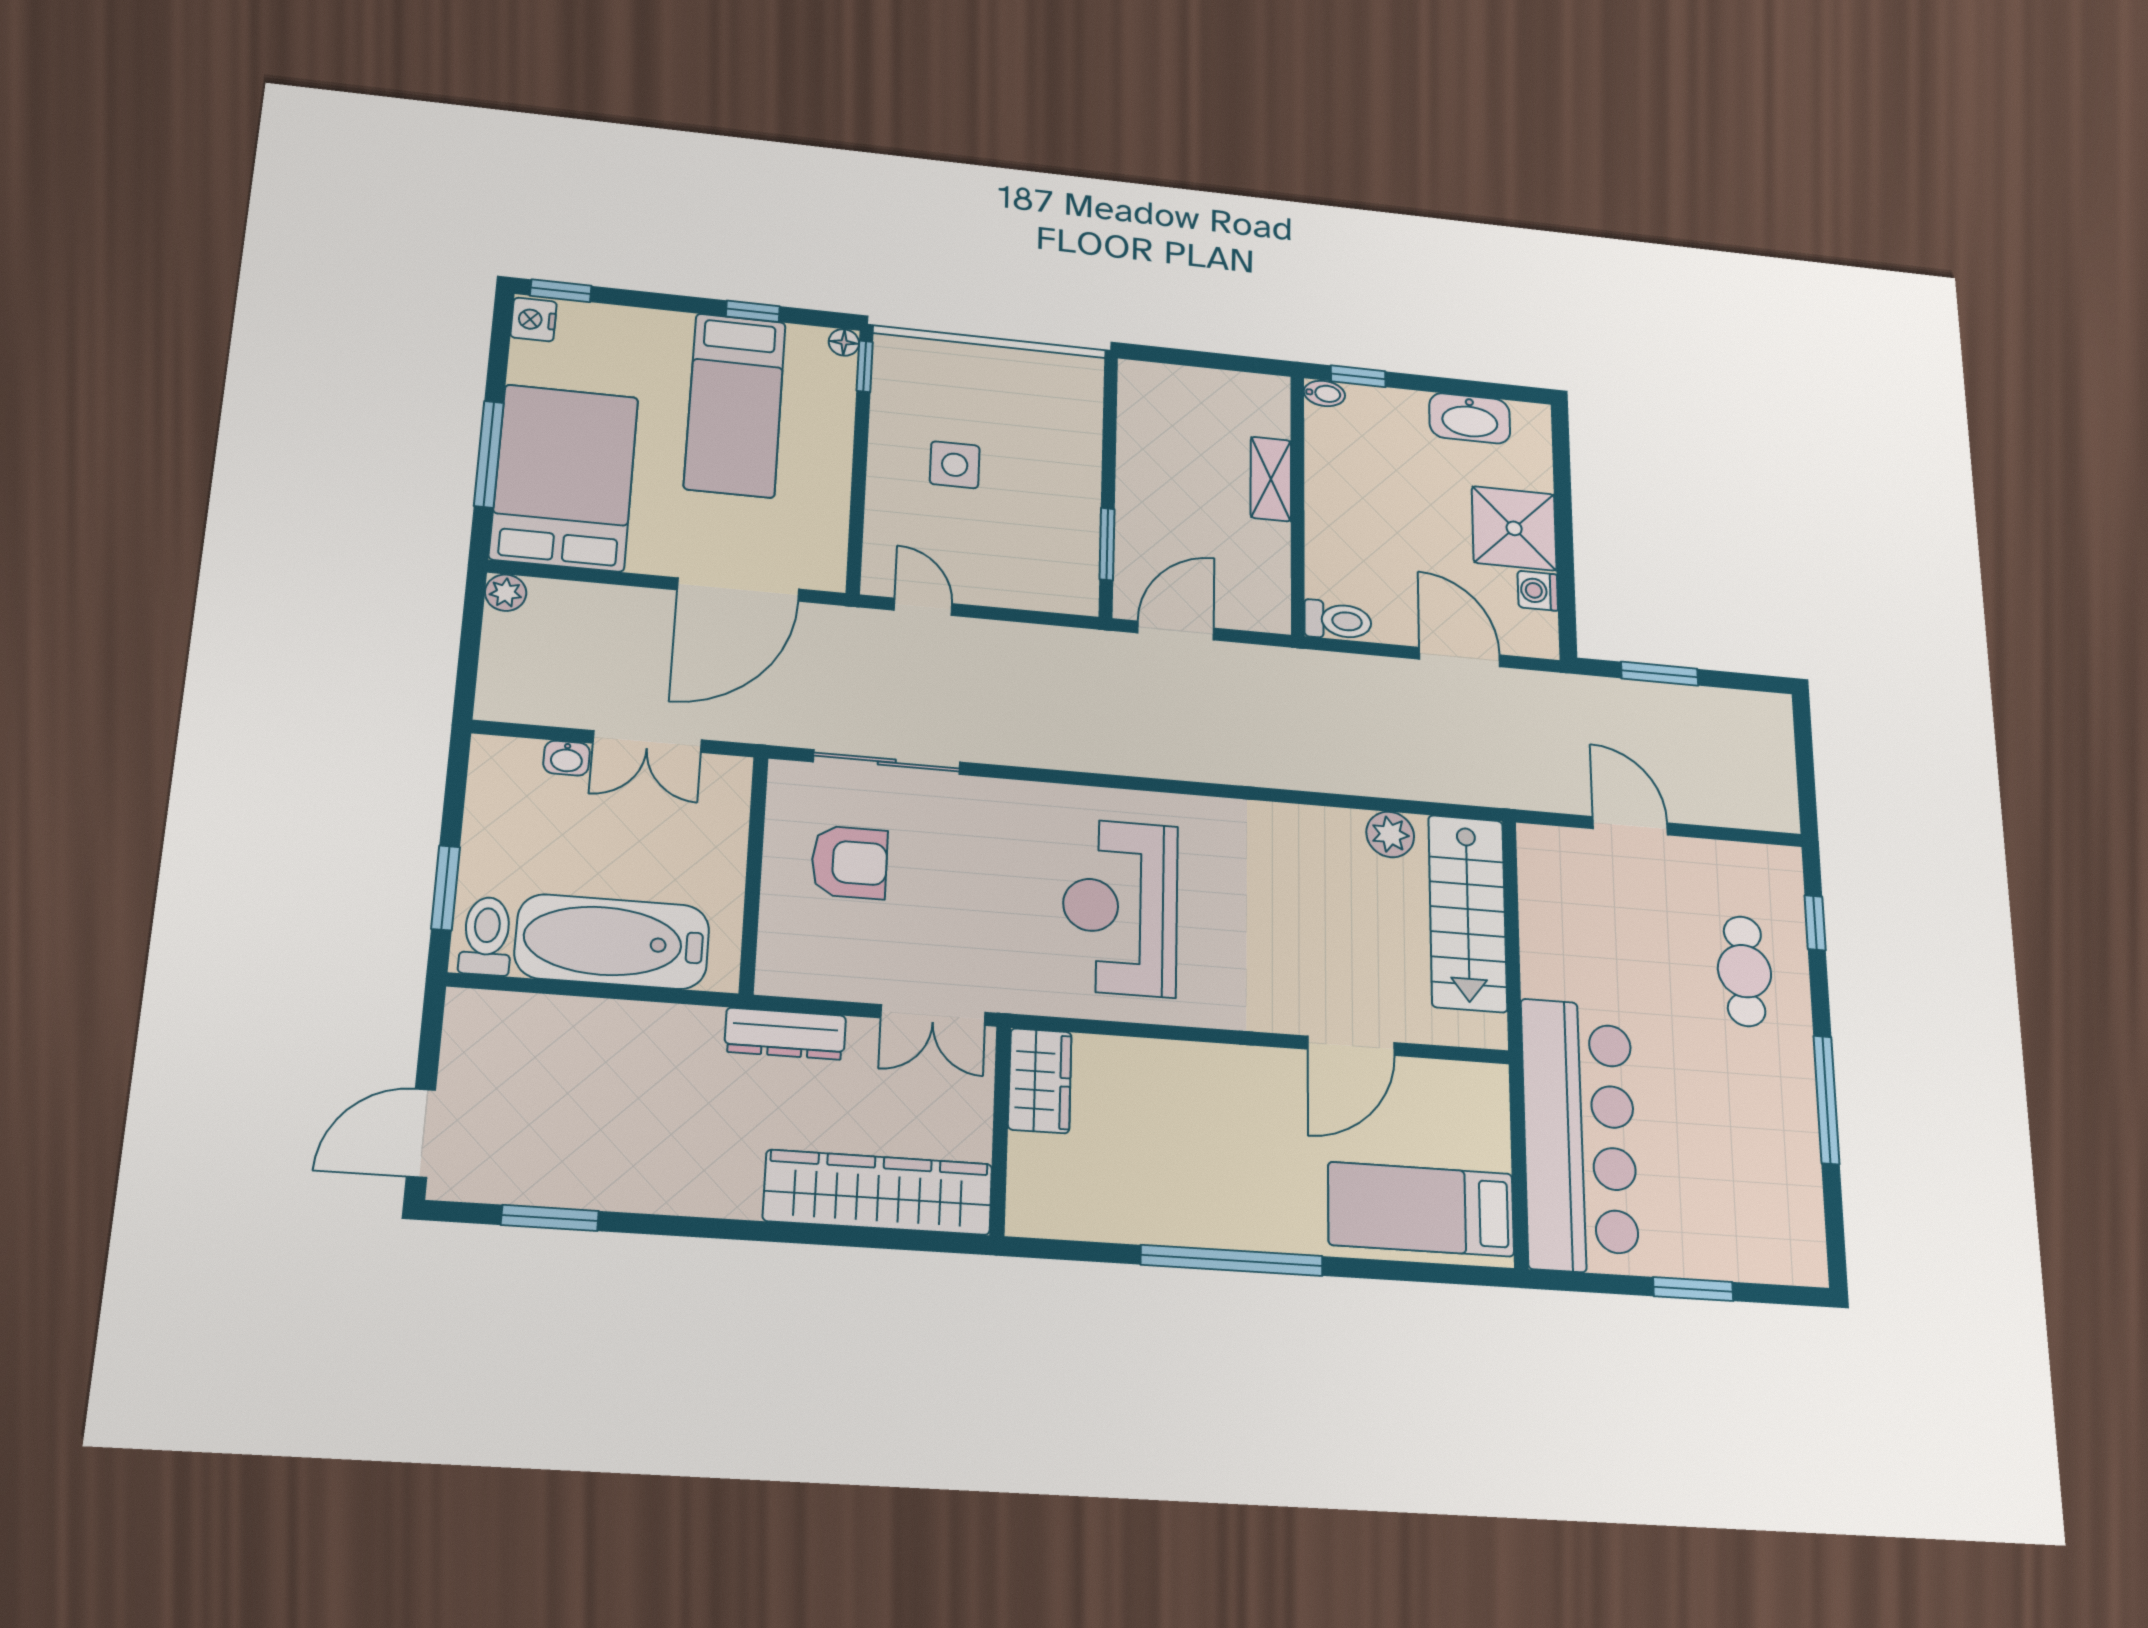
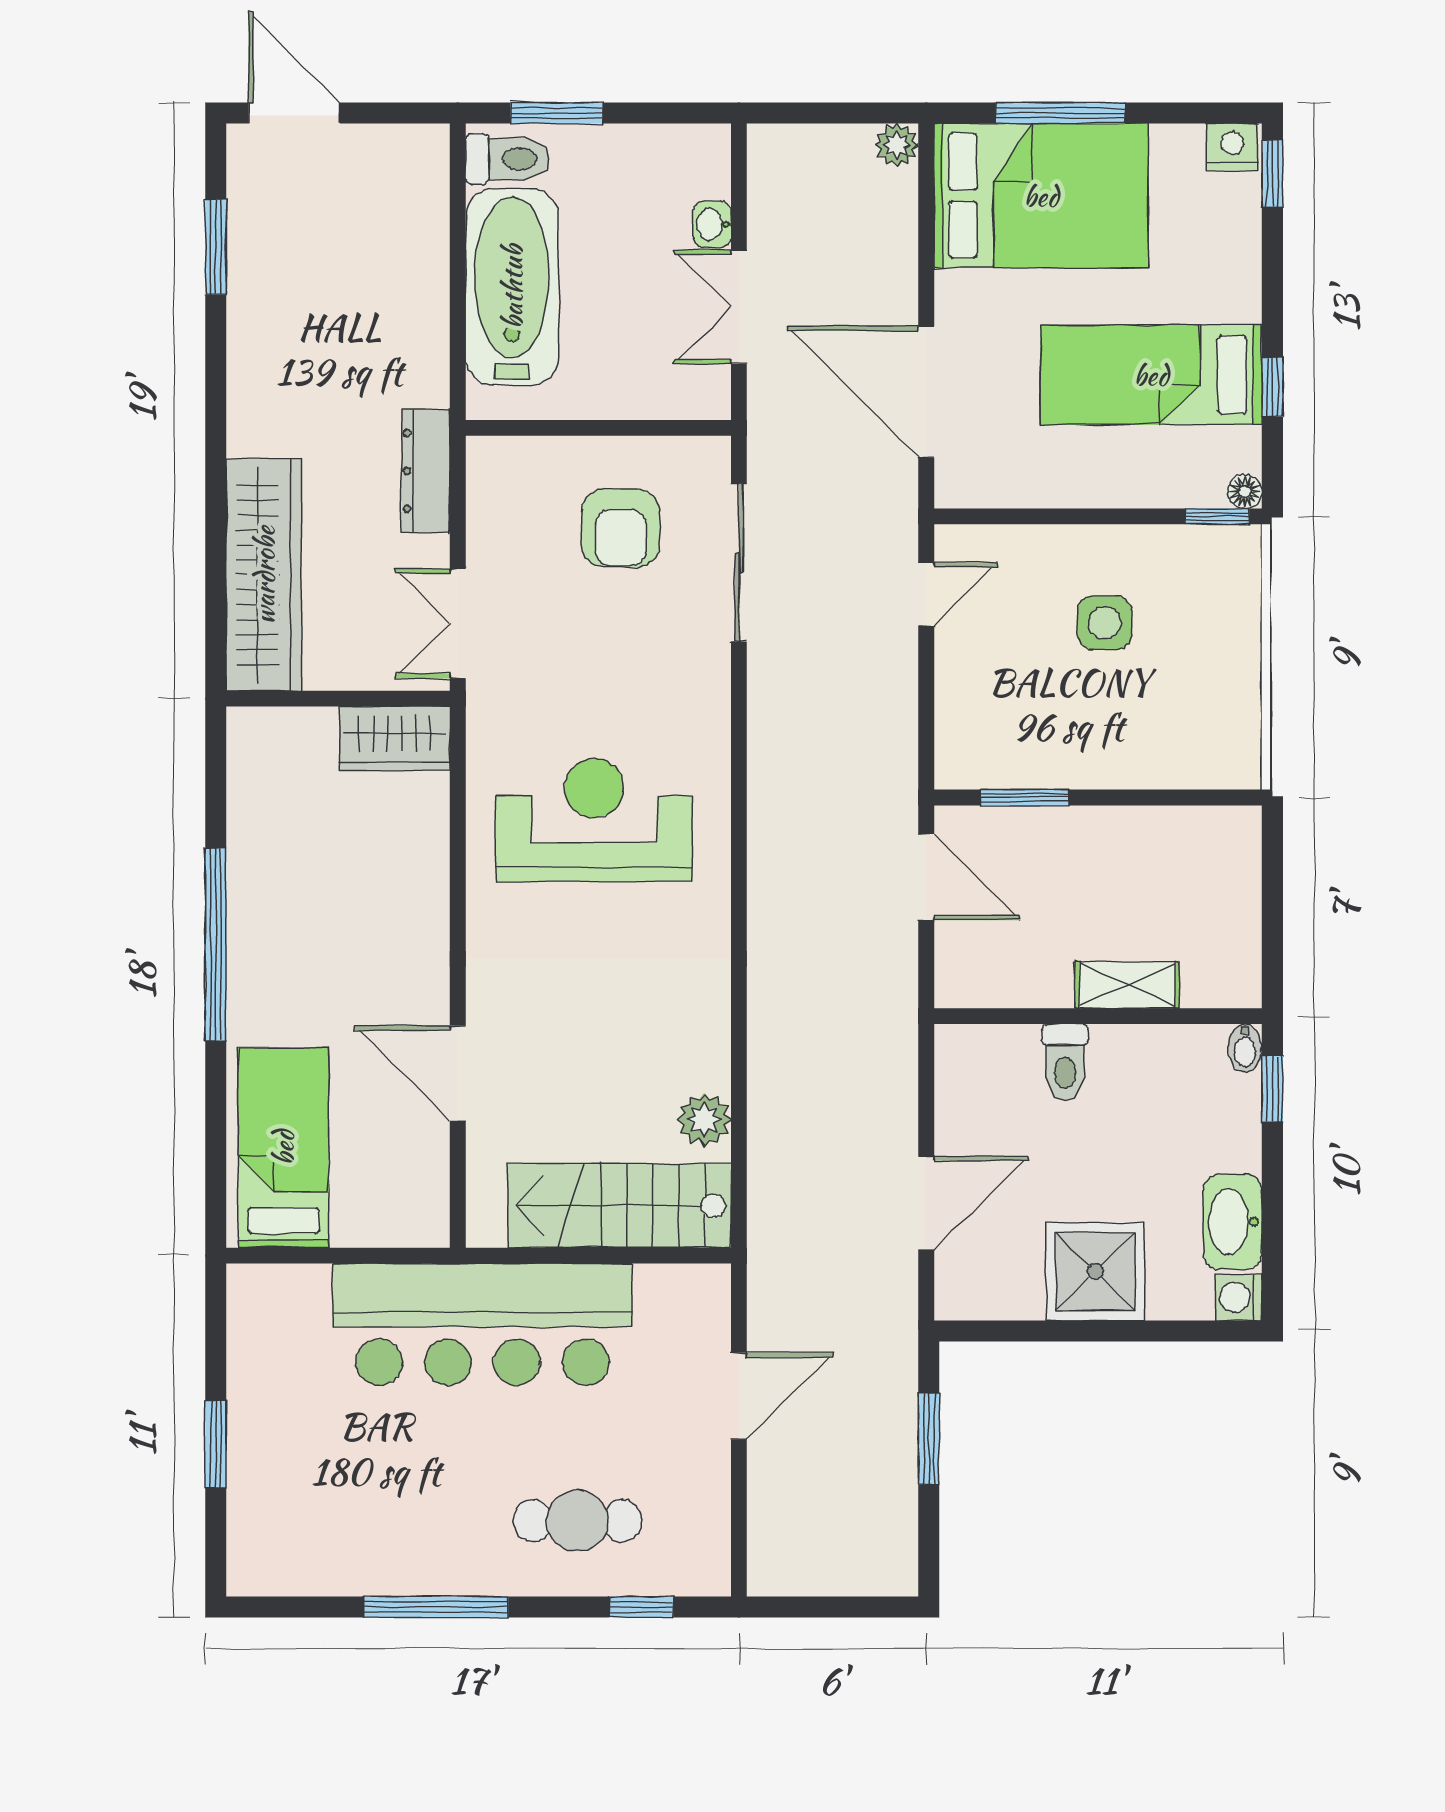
washing machine: (1538, 591) -> (1239, 1297), moved, turned -90
toilet: (1338, 620) -> (1065, 1062), moved
bar counter: (1580, 1136) -> (482, 1324), moved

